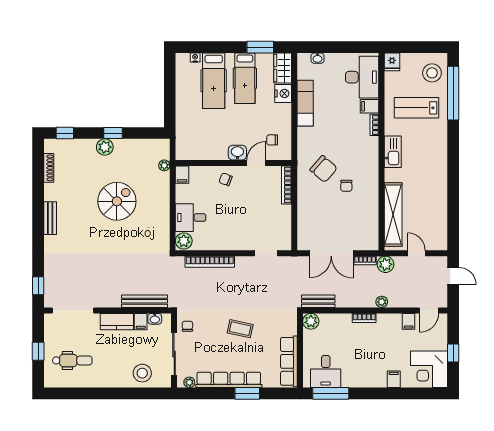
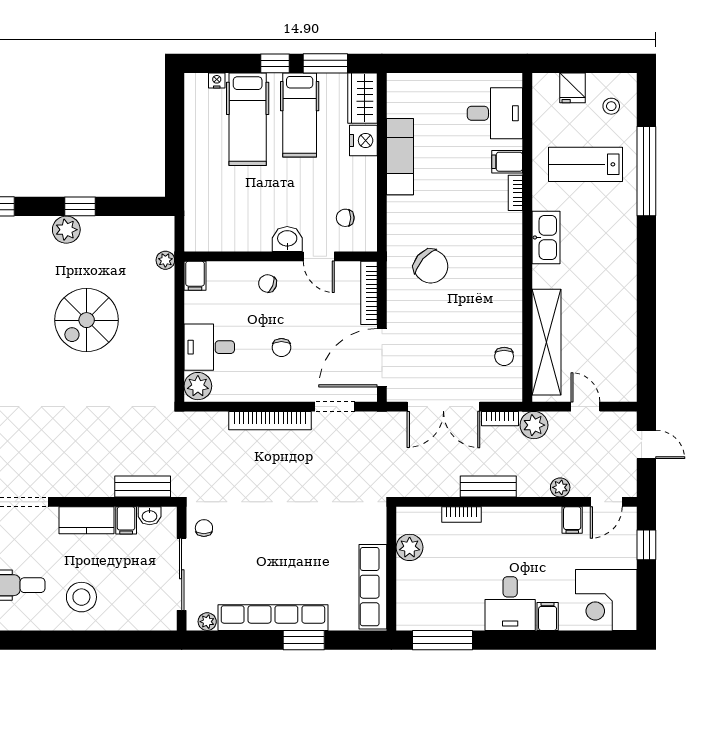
window: (230, 47) -> (275, 63), added
washbasin: (318, 58) -> (421, 82), removed
fridge: (392, 62) -> (573, 88), moved
stool: (432, 73) -> (611, 106), width x0.53, depth x0.53
desk: (362, 77) -> (495, 113), width x0.73
window: (453, 93) -> (646, 171), moved
door: (256, 163) -> (319, 256), swing flipped
chair: (346, 186) -> (504, 356), moved
spiral stairs: (117, 201) -> (87, 320), turned 180
chair: (234, 218) -> (281, 348), added
door: (294, 224) -> (382, 358), added
bookcase: (210, 262) -> (270, 421), moved
bench: (145, 301) -> (143, 486), width x0.73
bench: (318, 301) -> (488, 486), moved
plant: (382, 302) -> (560, 487), moved
bookcase: (364, 318) -> (461, 514), moved
plant: (311, 321) -> (410, 547), moved
coffee table: (240, 329) -> (292, 532), removed
window: (453, 353) -> (646, 545), moved
desk: (326, 372) -> (510, 604), moved
stool: (142, 373) -> (81, 597), moved

